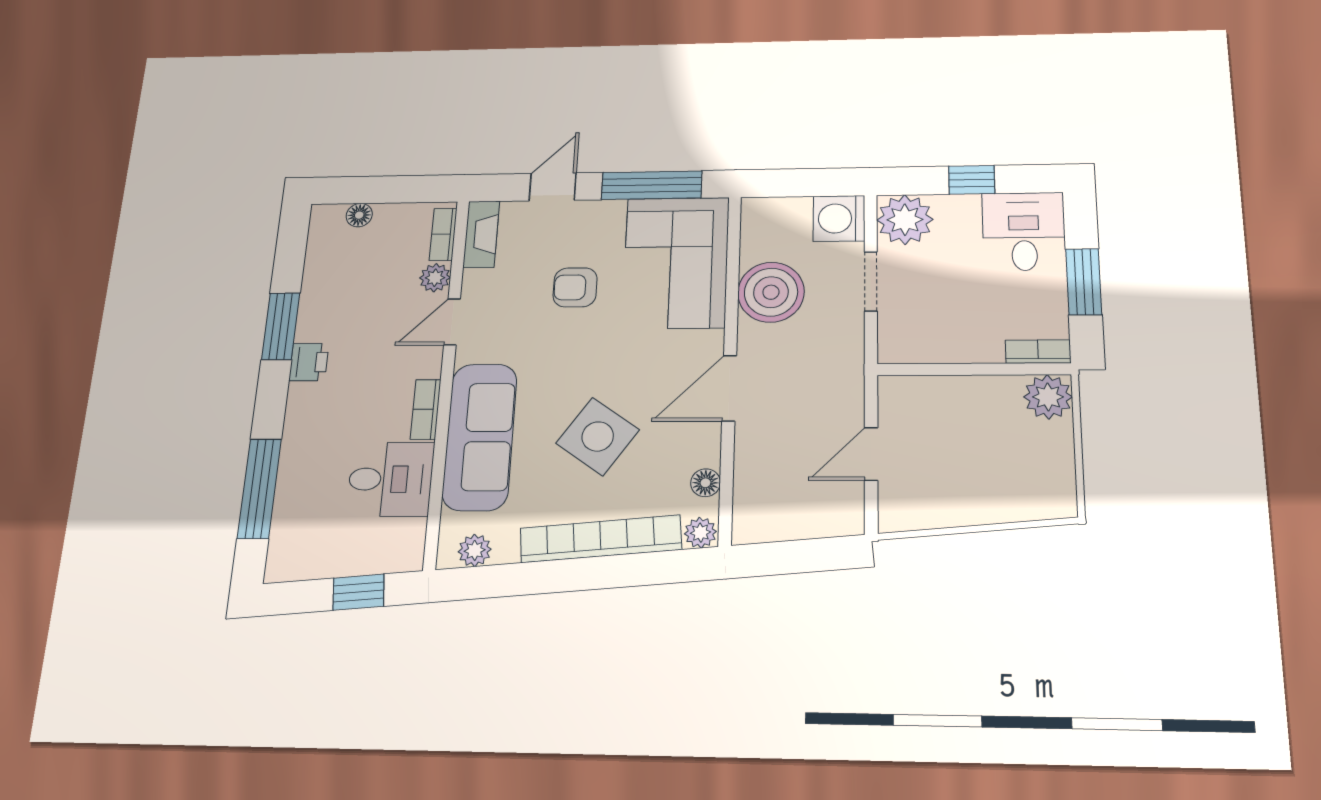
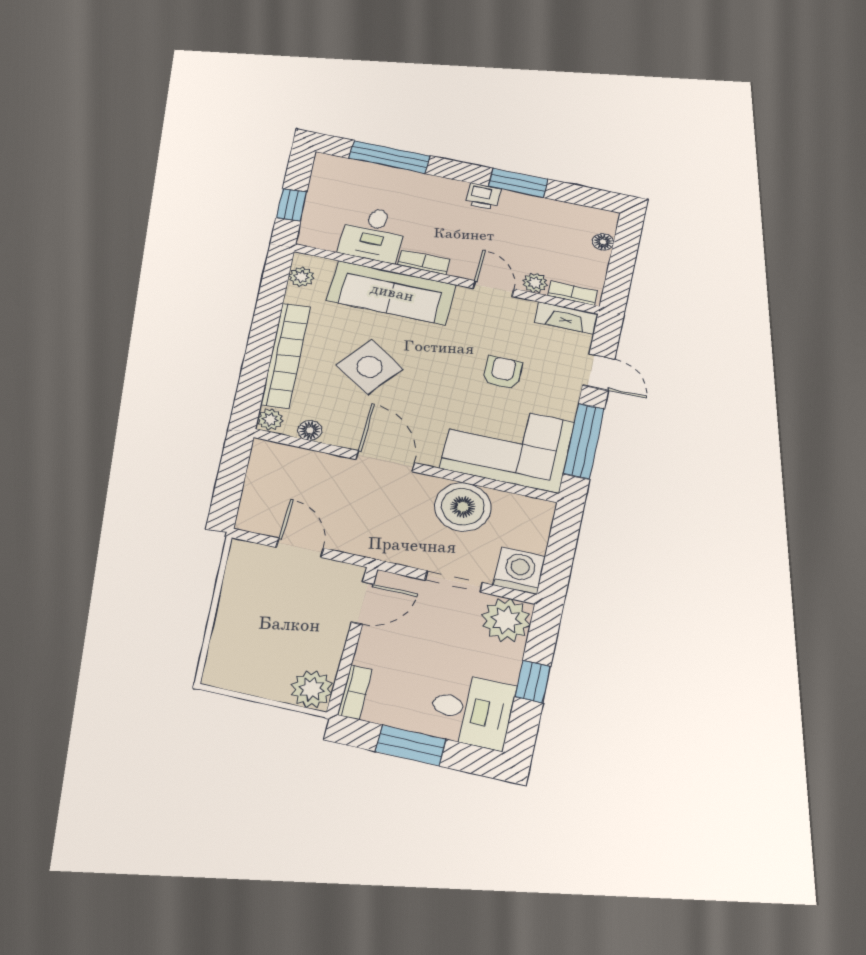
door: (925, 369) -> (362, 603), added

